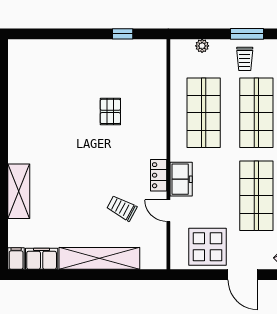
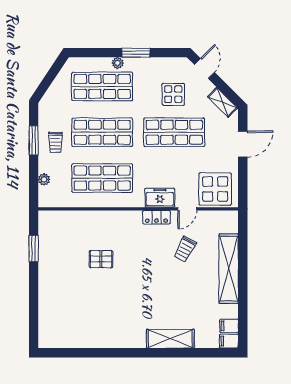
window: (123, 34) -> (34, 248), width x1.50
trolley: (245, 59) -> (55, 142), turned 90
display table: (207, 247) -> (215, 189), moved
filing cabinet: (42, 259) -> (229, 326), width x0.50

